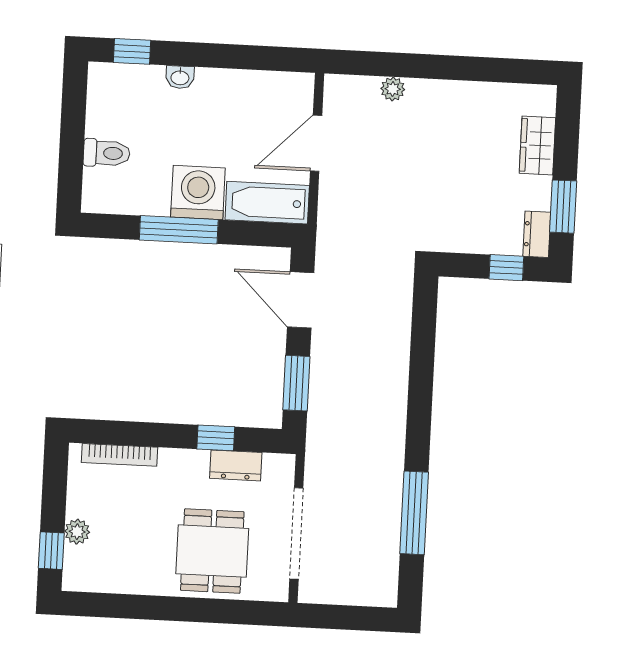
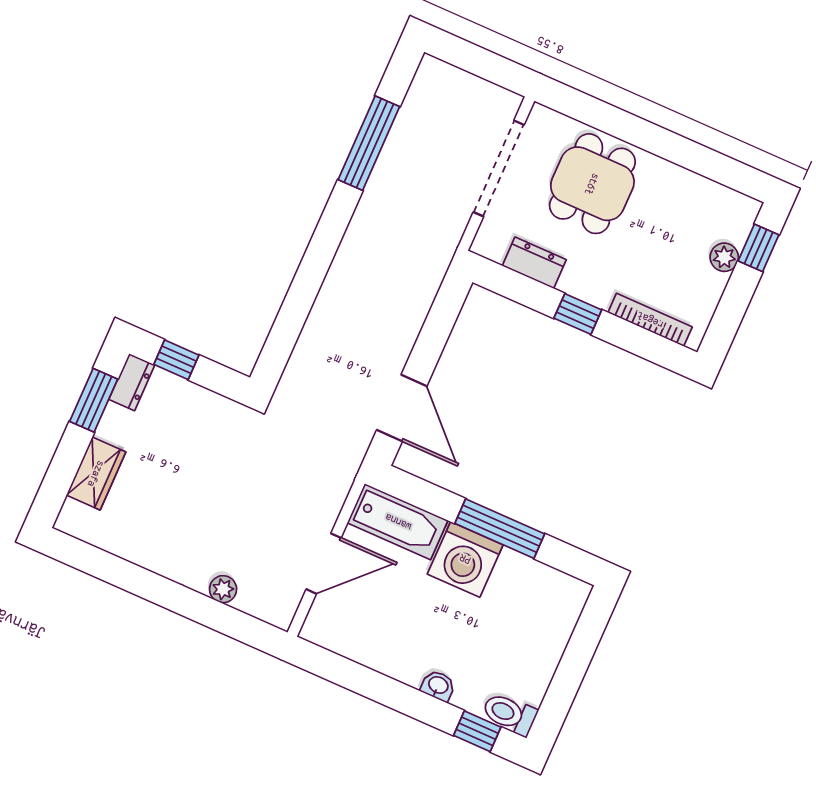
toilet: (107, 153) -> (509, 714), moved
window: (296, 383) -> (439, 324), removed
window: (216, 438) -> (578, 314), moved

